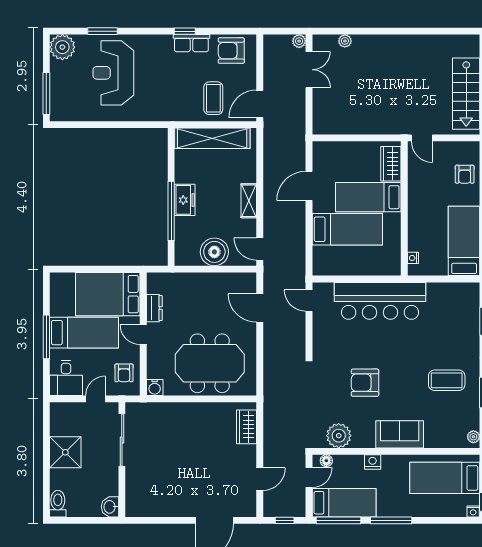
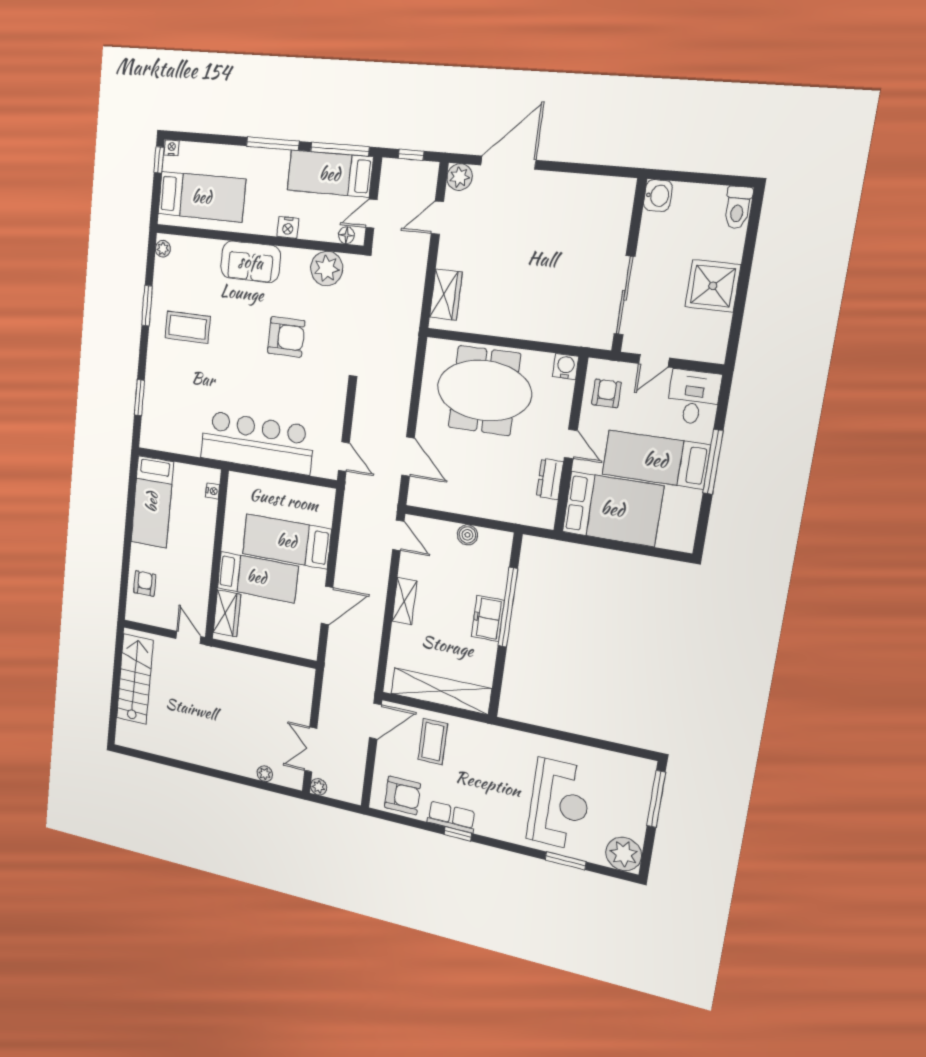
boiler: (214, 252) -> (467, 535), width x0.54, depth x0.54
plant: (247, 508) -> (459, 177), added

